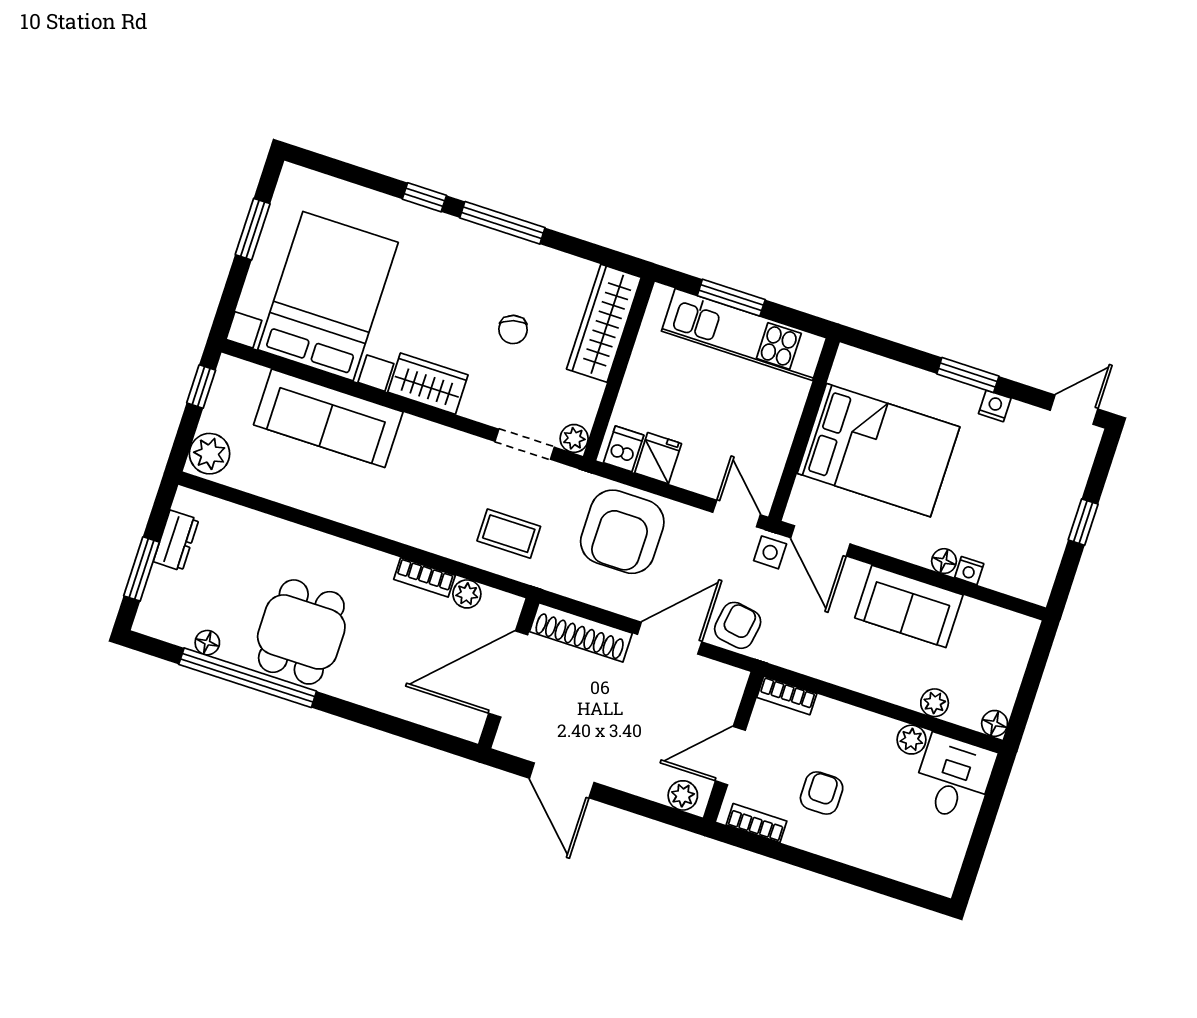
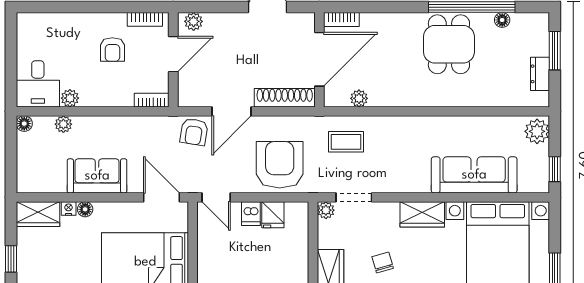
dishwasher: (624, 449) -> (251, 214), moved
side table: (770, 552) -> (189, 181), removed
bookcase: (424, 577) -> (341, 20), moved, turned 180
wardrobe: (1019, 577) -> (38, 214), added

